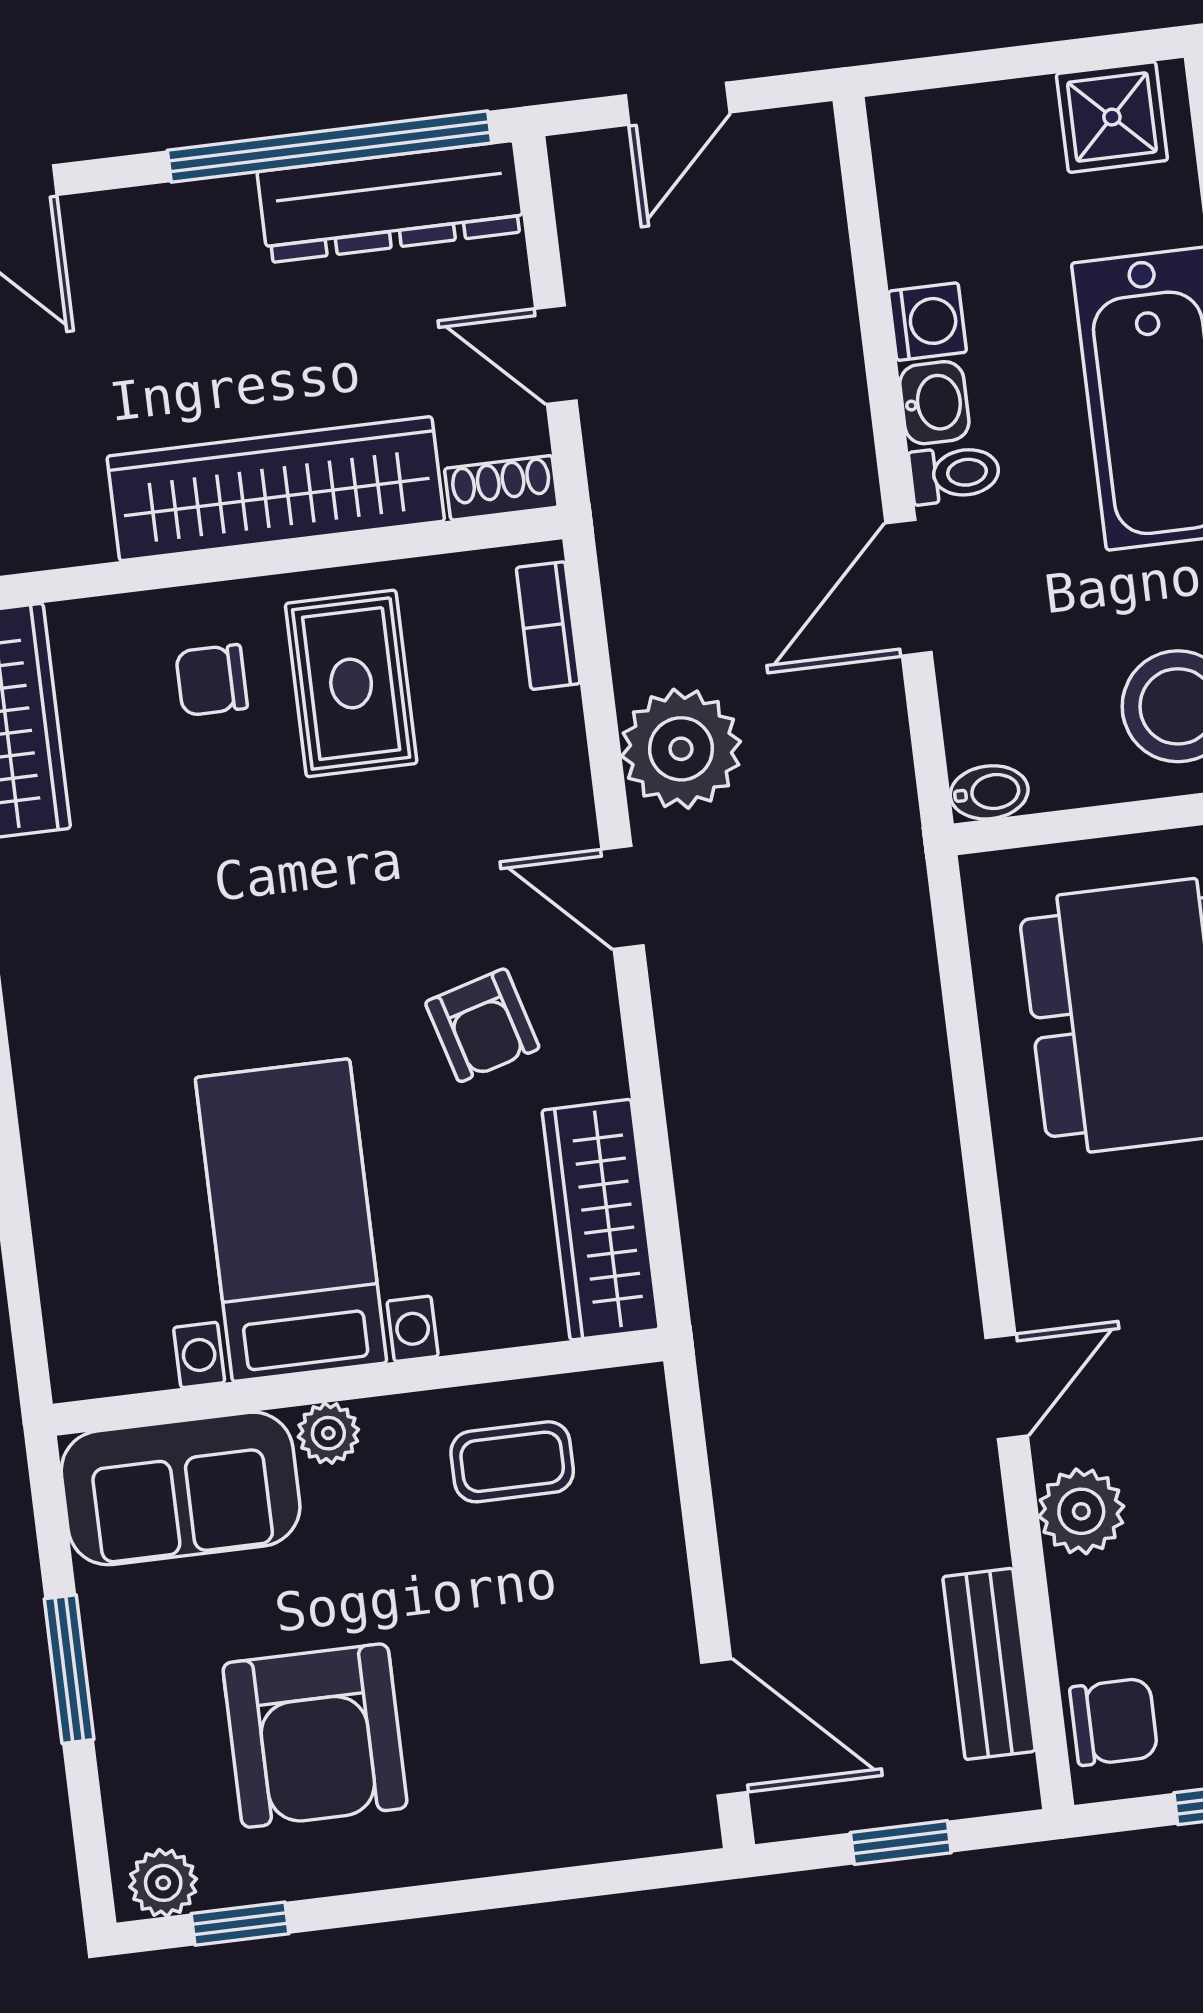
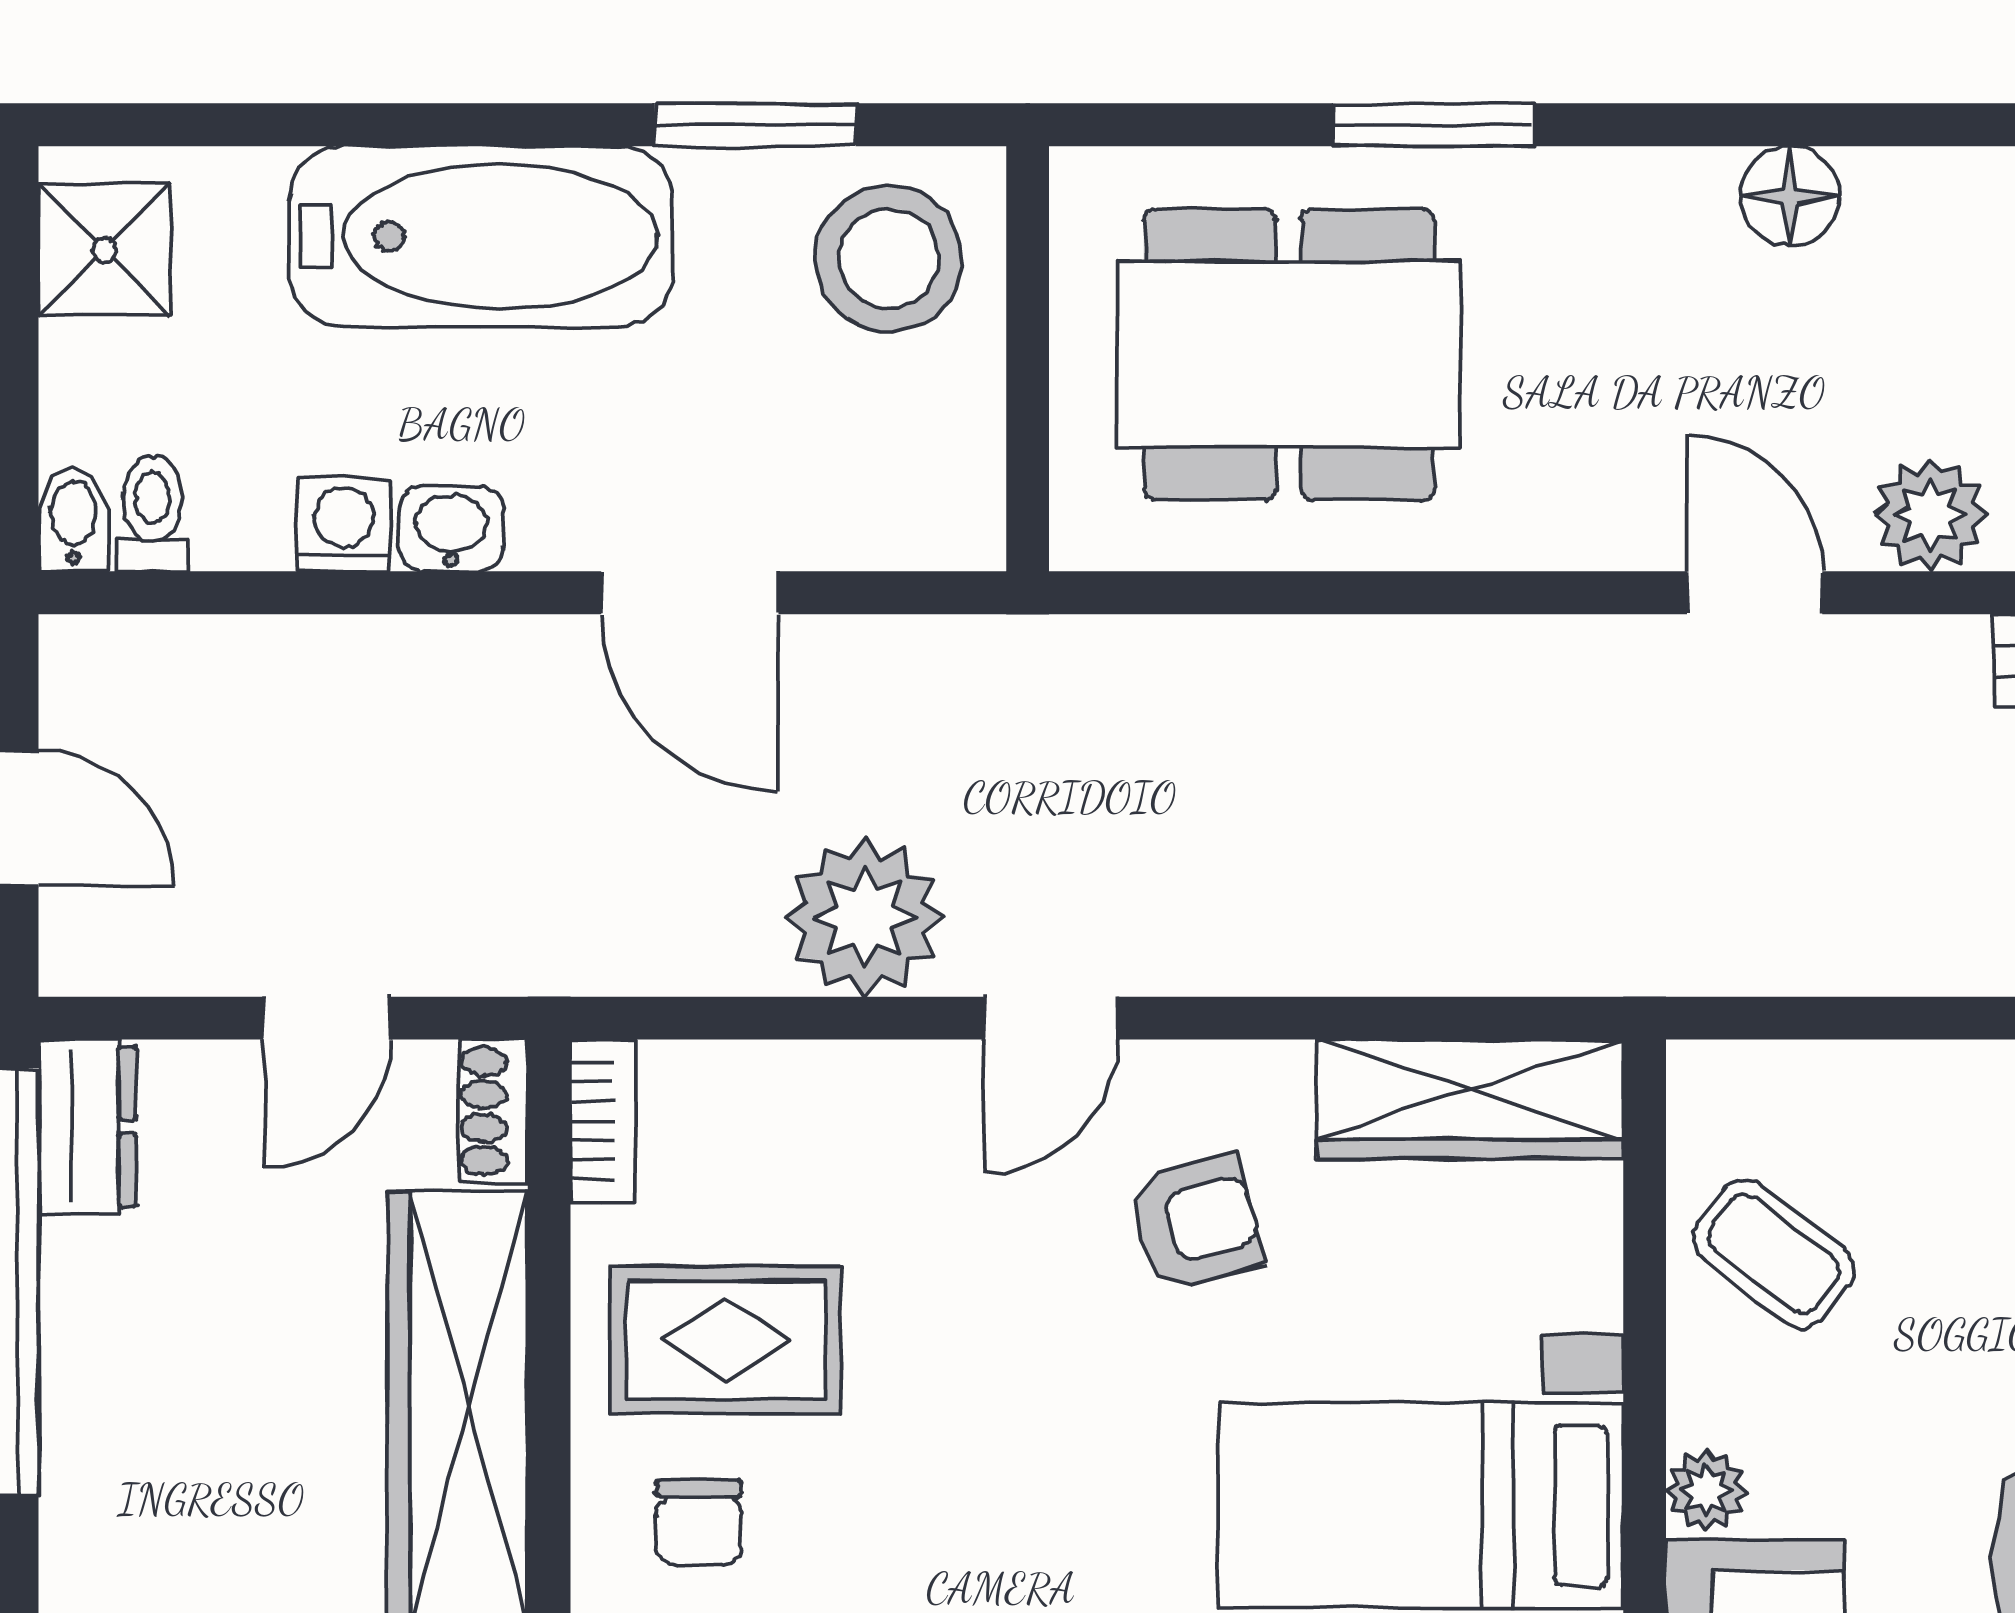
dresser: (391, 202) -> (87, 1127), width x0.51, depth x0.80
toilet: (955, 474) -> (153, 514), moved
bookcase: (548, 626) -> (603, 1121), moved, turned -90
bidet: (989, 792) -> (74, 520), moved
coffee table: (512, 1462) -> (1774, 1254), turned -52

